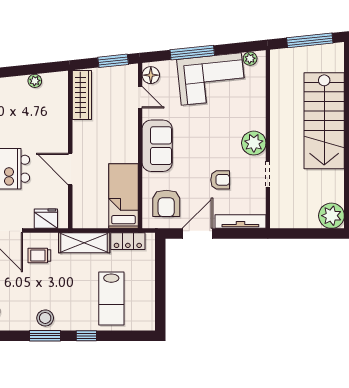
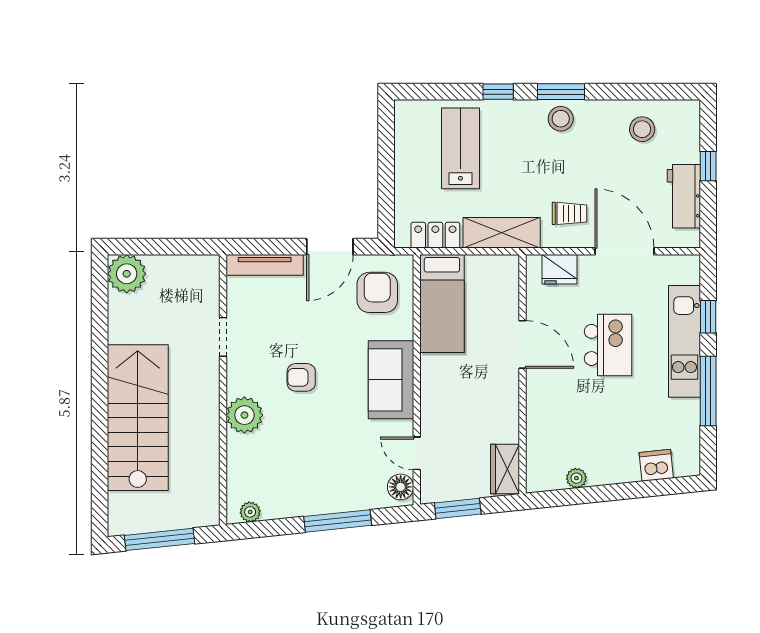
corner sofa: (211, 79) -> (309, 481), removed
wardrobe: (82, 95) -> (505, 469), width x0.67
plant: (254, 143) -> (244, 415), moved
armchair: (220, 180) -> (301, 377), moved

